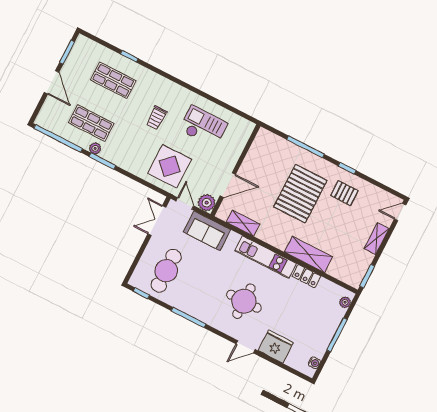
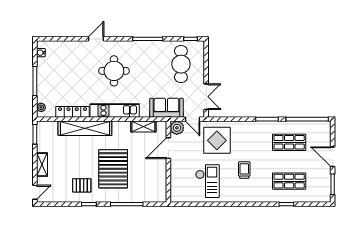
checkout: (203, 127) -> (207, 181), turned -90
plant: (95, 148) -> (277, 126), removed
shelving: (308, 254) -> (85, 128), width x1.47
locker: (306, 276) -> (73, 112), width x1.53
fridge: (276, 347) -> (74, 50), removed

